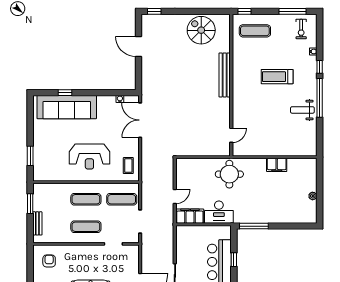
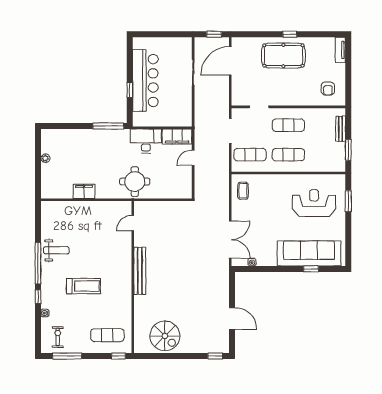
bench: (225, 75) -> (140, 271), moved
reception desk: (89, 157) -> (314, 203), moved

